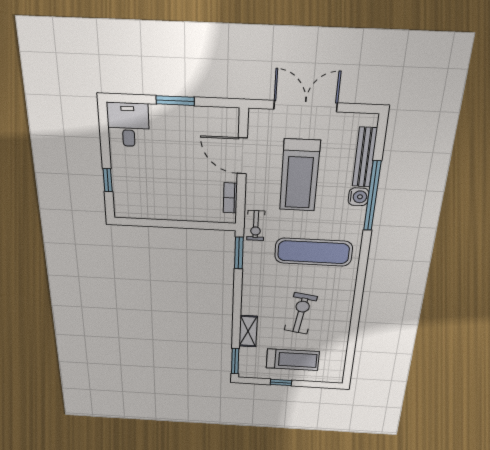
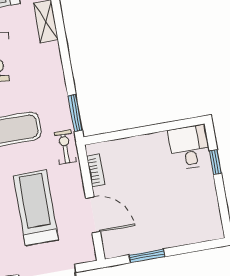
window: (175, 101) -> (147, 256), moved
desk: (128, 125) -> (189, 147), moved, turned 180

